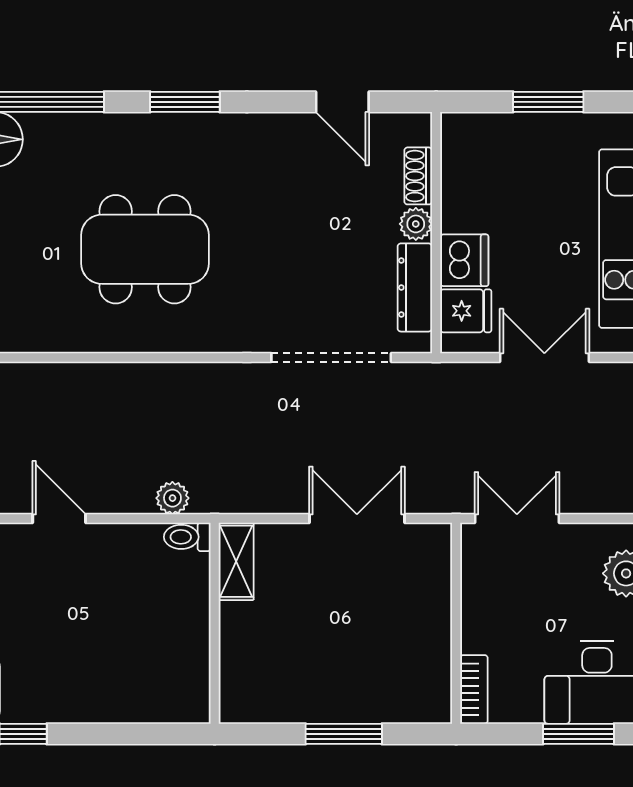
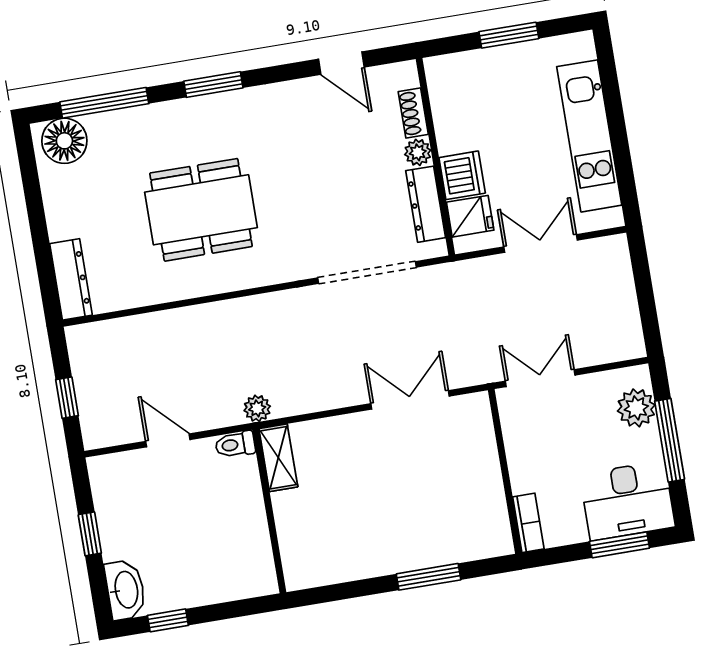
toilet: (187, 537) -> (235, 444), moved
shelving: (236, 561) -> (278, 458), moved
wall: (215, 623) -> (269, 511), moved

